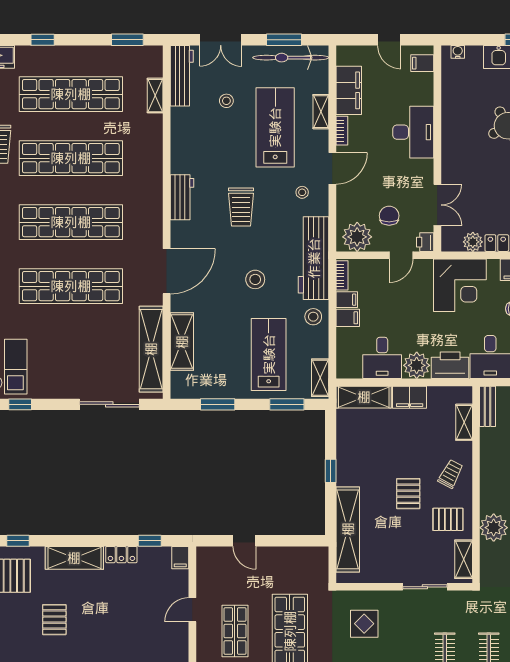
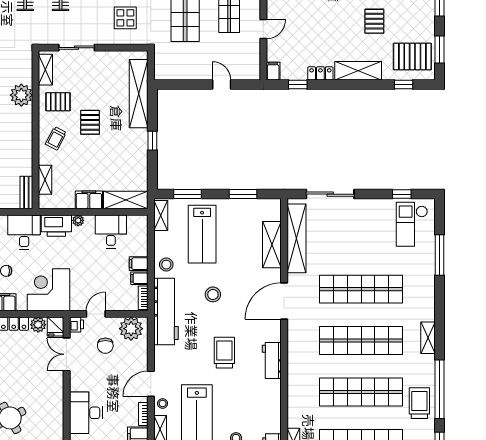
stool: (302, 192) -> (163, 403), moved
fridge: (451, 240) -> (56, 326), added
plant: (417, 365) -> (78, 220), width x0.53, depth x0.53

